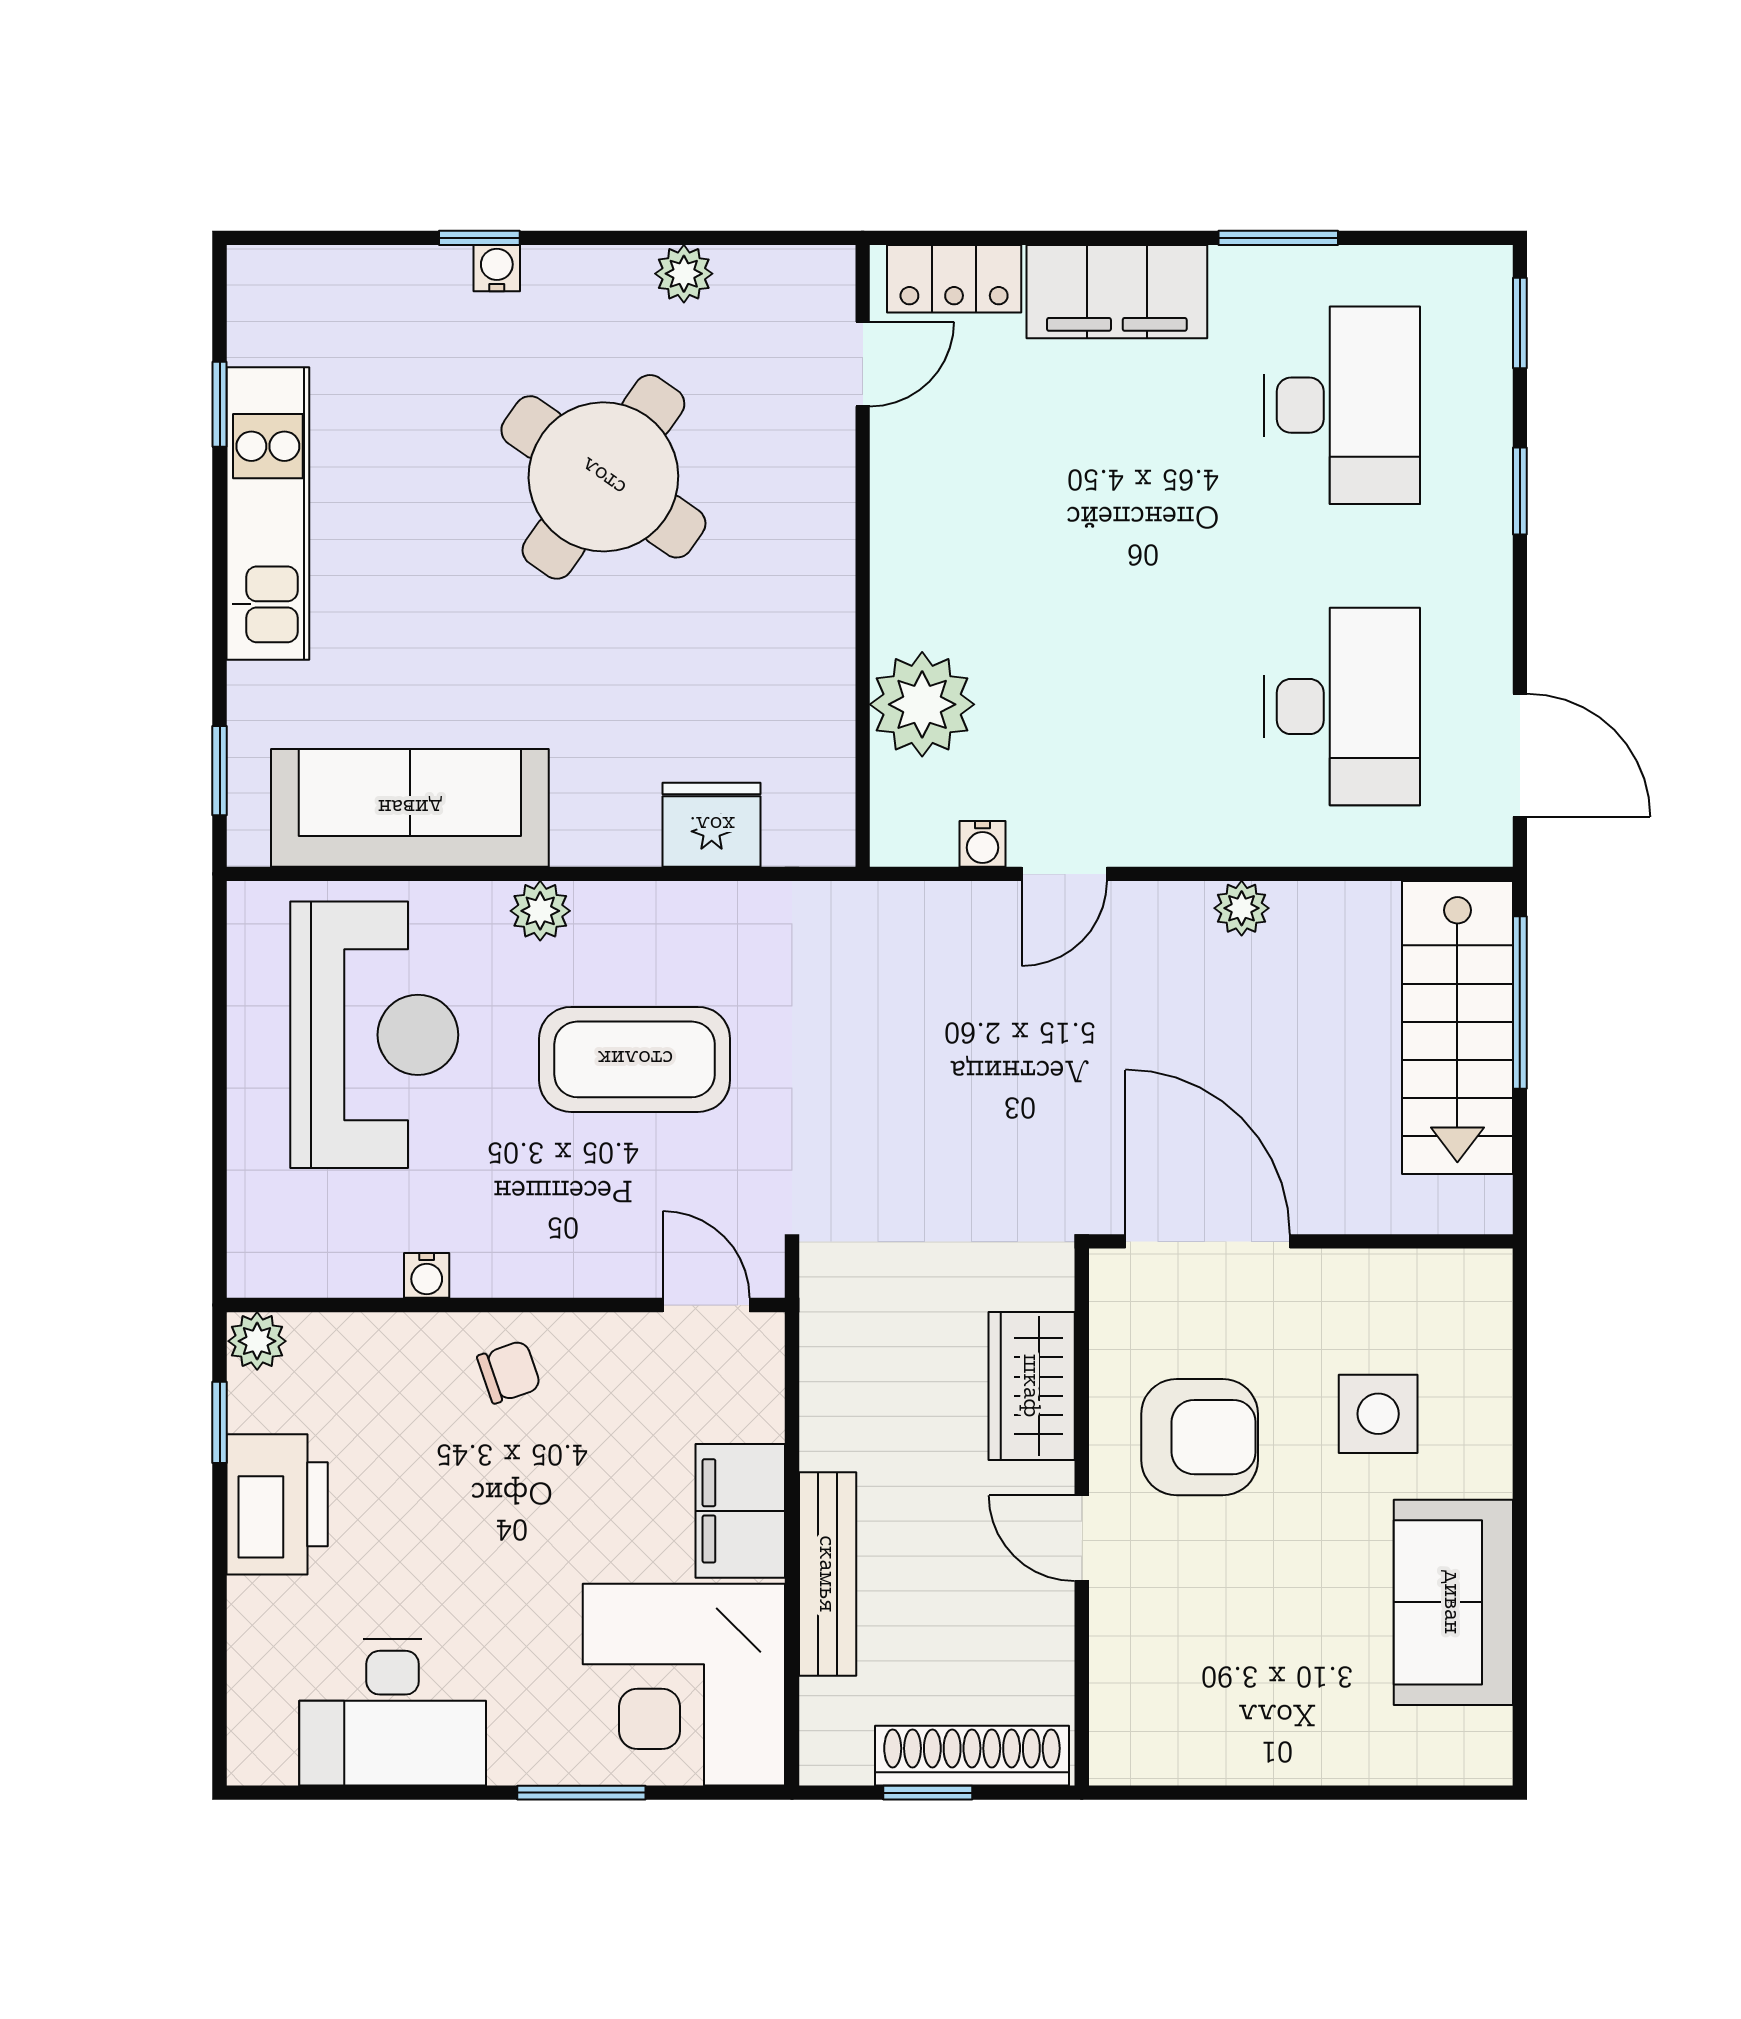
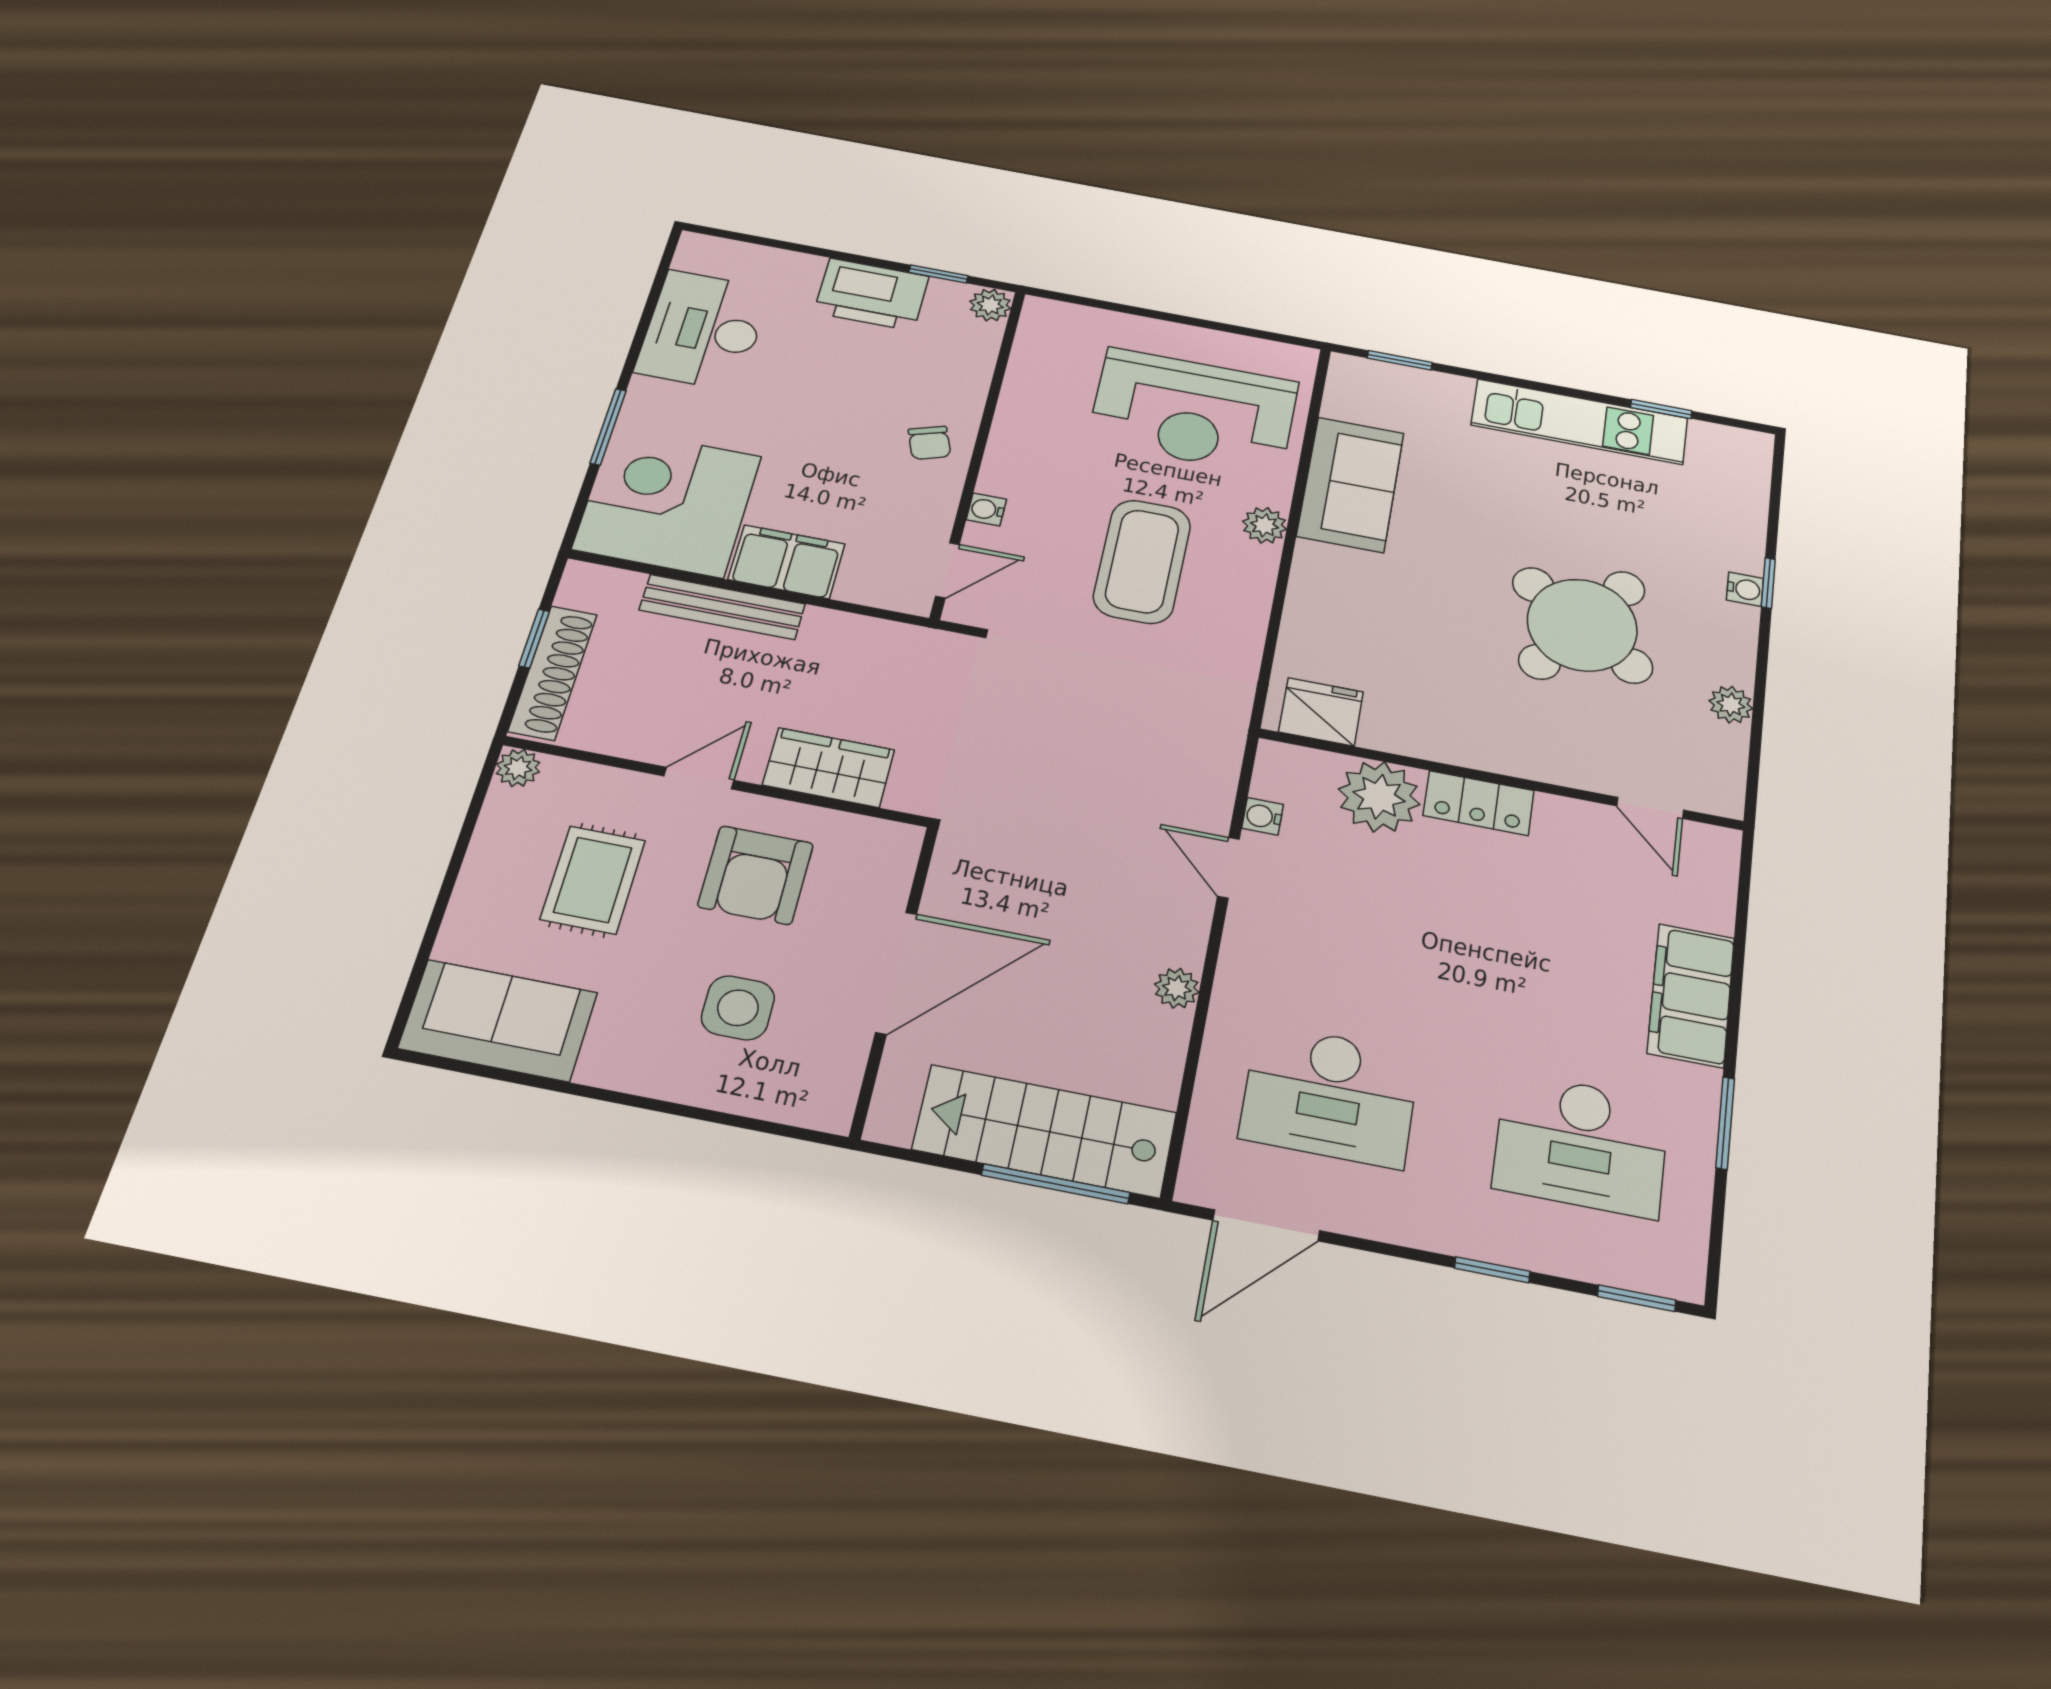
locker: (954, 279) -> (1479, 803), moved, turned -90
sofa: (410, 808) -> (1351, 484), width x0.73
fridge: (712, 825) -> (1321, 712), moved, turned -90
door: (1208, 1241) -> (896, 973), moved
water cooler: (427, 1275) -> (986, 509), moved
sofa: (1453, 1602) -> (498, 1020), moved
rug: (1248, 1626) -> (593, 880), added
plant: (1116, 1758) -> (518, 768), added

